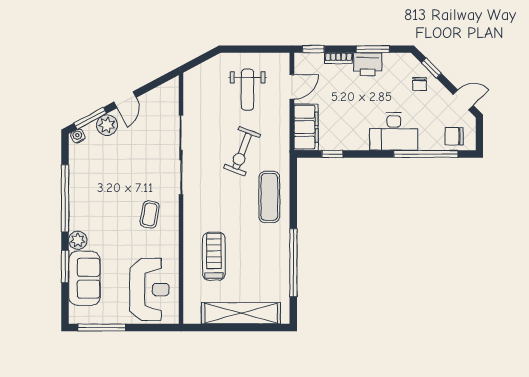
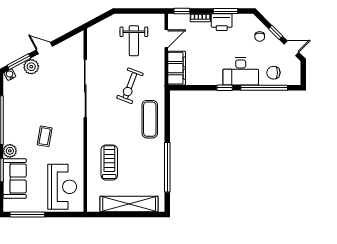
window: (431, 68) -> (276, 32), moved
door: (125, 100) -> (44, 48), swing flipped
chair: (454, 136) -> (273, 73), moved
window: (332, 154) -> (225, 88), moved
coffee table: (150, 214) -> (45, 136), moved

